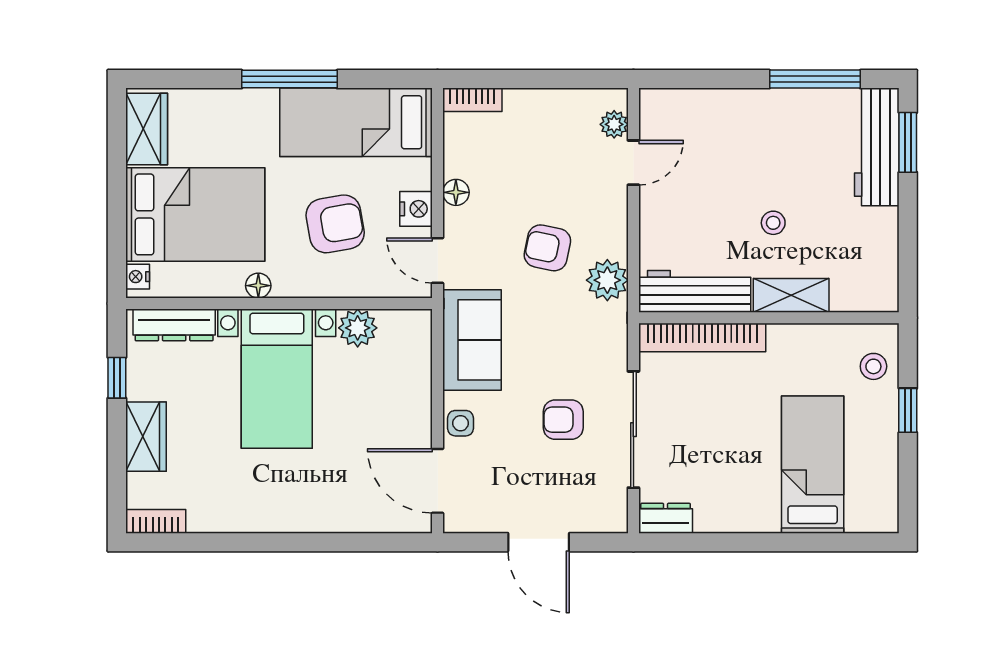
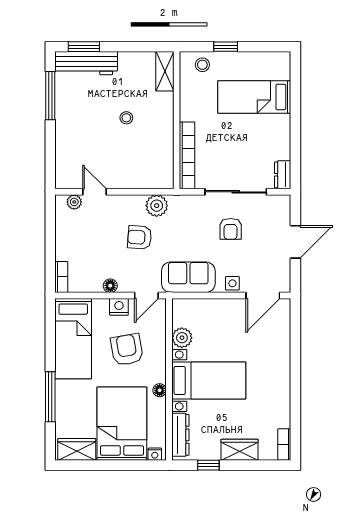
window: (289, 79) -> (50, 397), moved
armchair: (547, 248) -> (140, 237), turned 82
workbench: (695, 291) -> (163, 159), removed
shelving: (791, 295) -> (165, 71), moved

